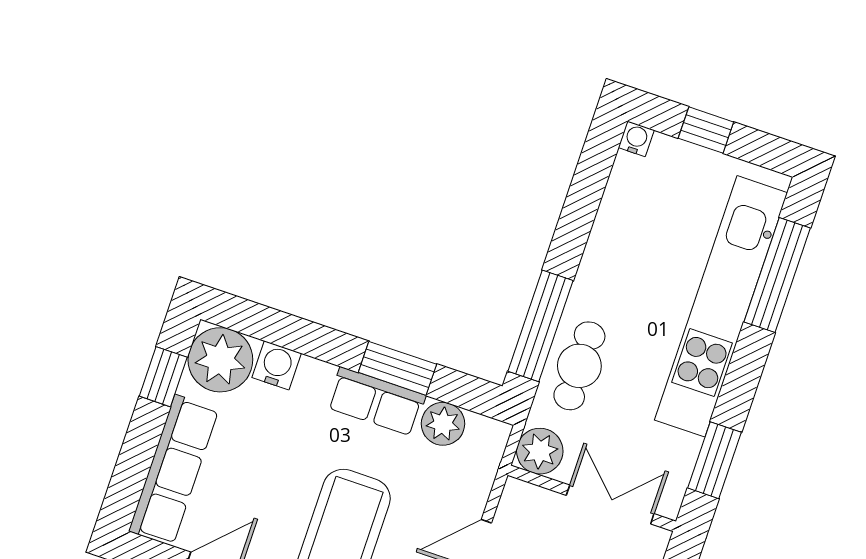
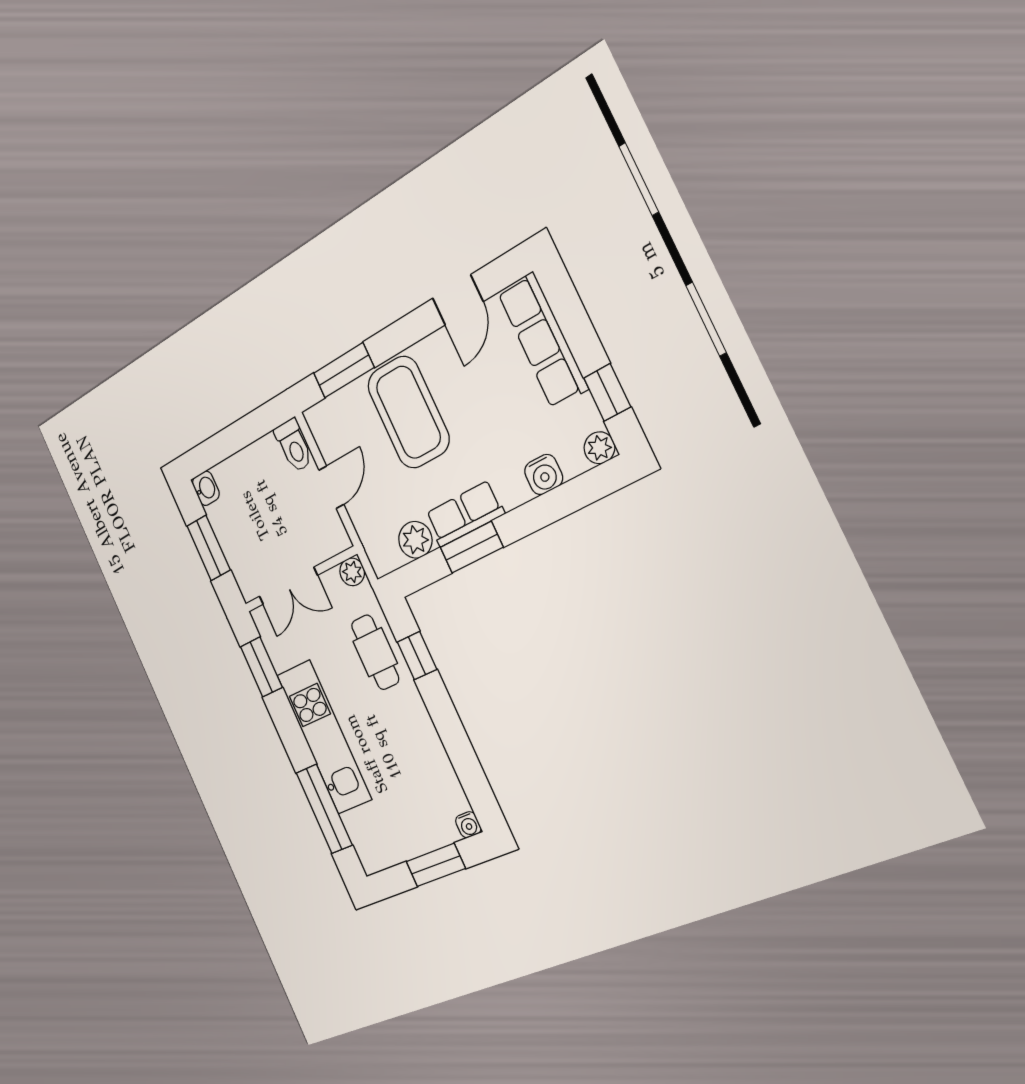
window: (706, 130) -> (436, 865), width x1.50
kitchen unit: (721, 306) -> (324, 737), width x0.73
window: (540, 326) -> (417, 656), width x0.46
plant: (220, 360) -> (599, 448), width x0.53, depth x0.53
plant: (540, 451) -> (352, 572), width x0.73, depth x0.73

